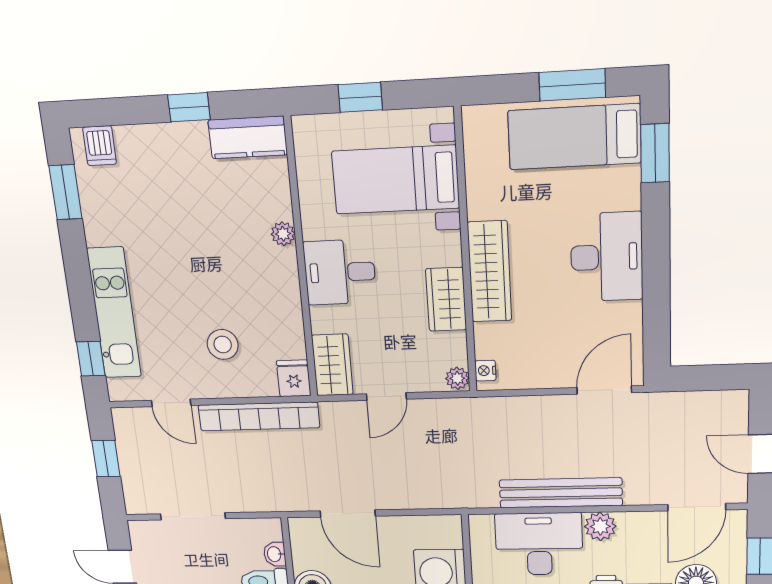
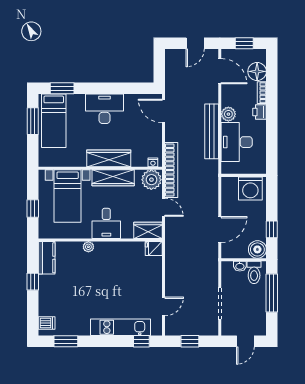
wardrobe: (446, 299) -> (113, 178), width x1.50
stool: (223, 344) -> (137, 279), removed
plant: (457, 378) -> (151, 180), width x1.88, depth x1.88
bookcase: (259, 416) -> (171, 170), moved

